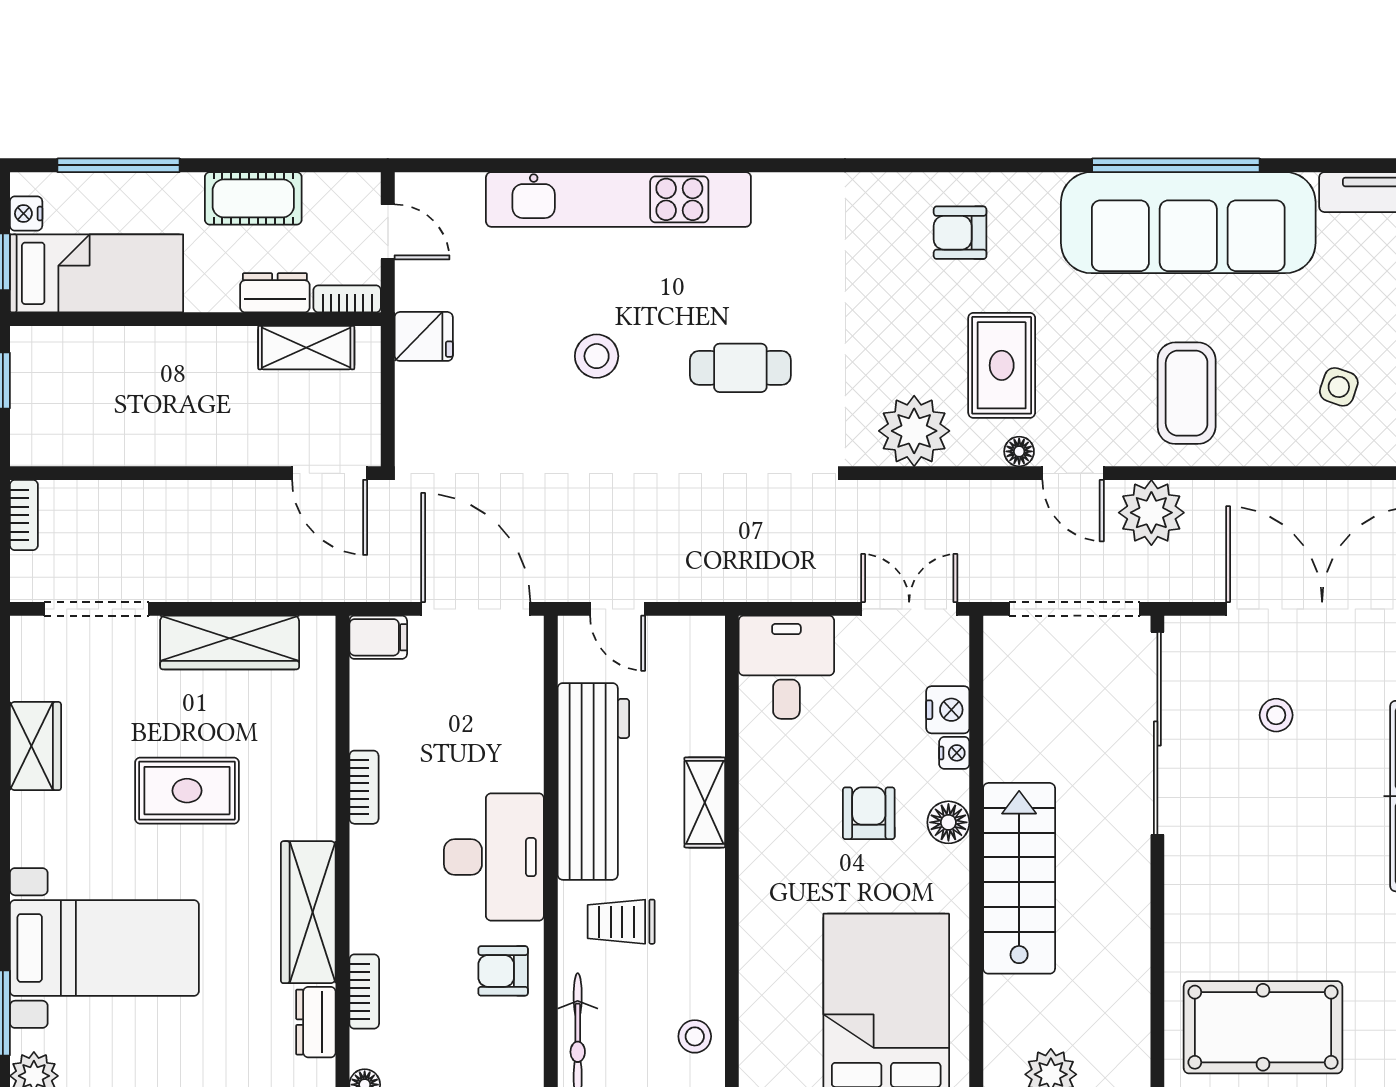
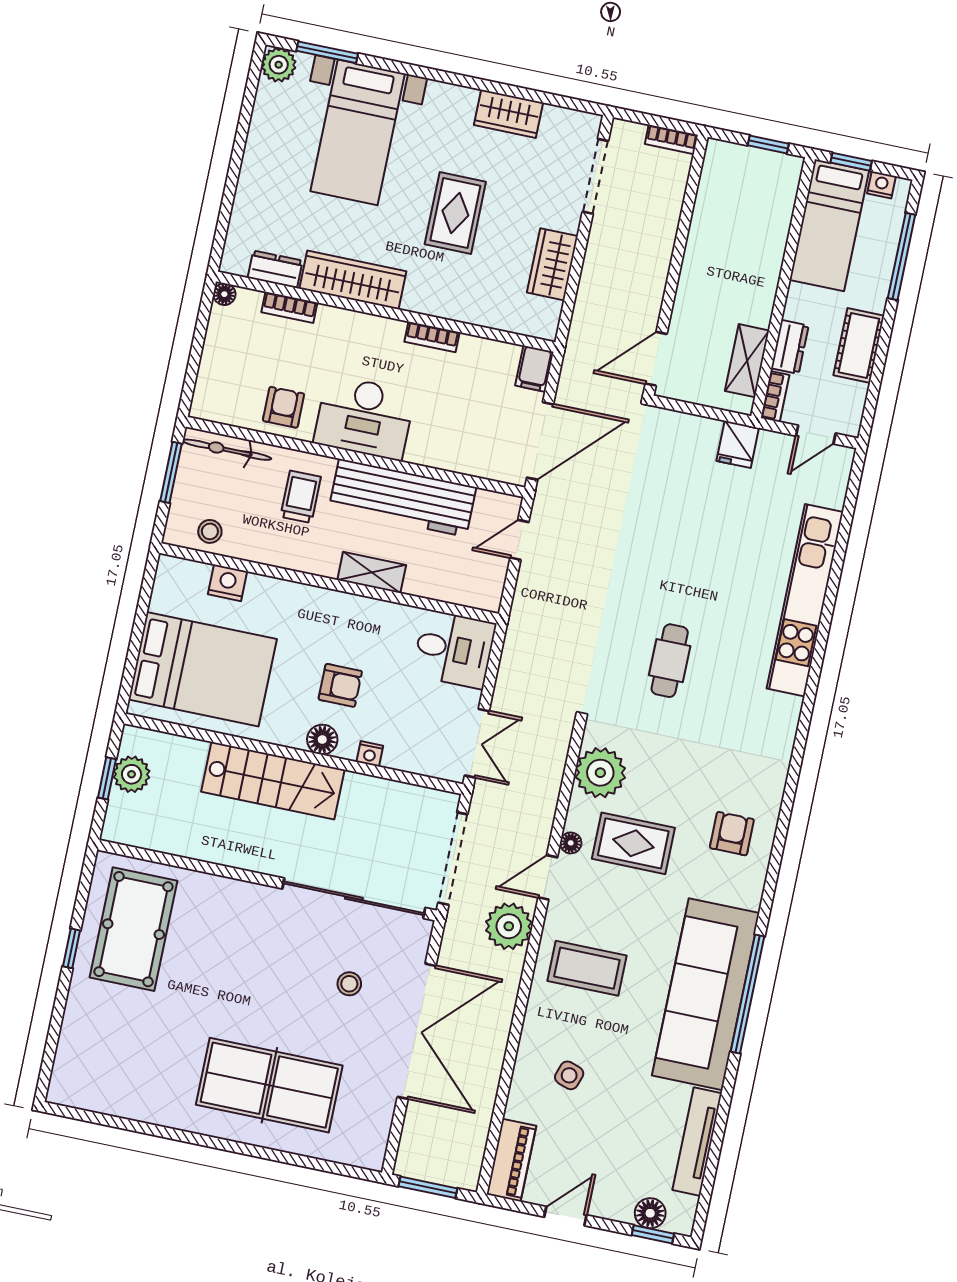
stool: (597, 356) -> (699, 562), removed
wardrobe: (230, 643) -> (552, 264), width x0.67
nightstand: (948, 710) -> (228, 583), moved, turned 180

